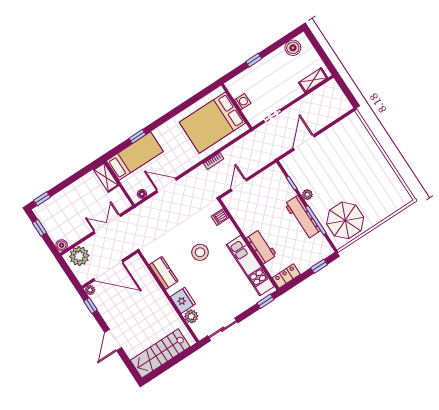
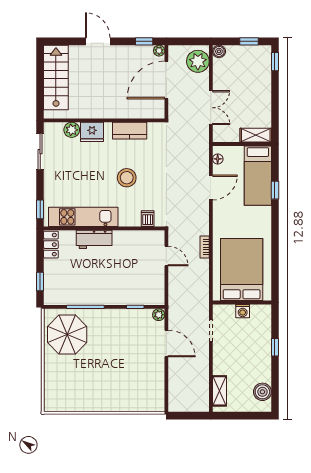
plant: (307, 195) -> (159, 315), moved
workbench: (303, 217) -> (97, 296), removed

